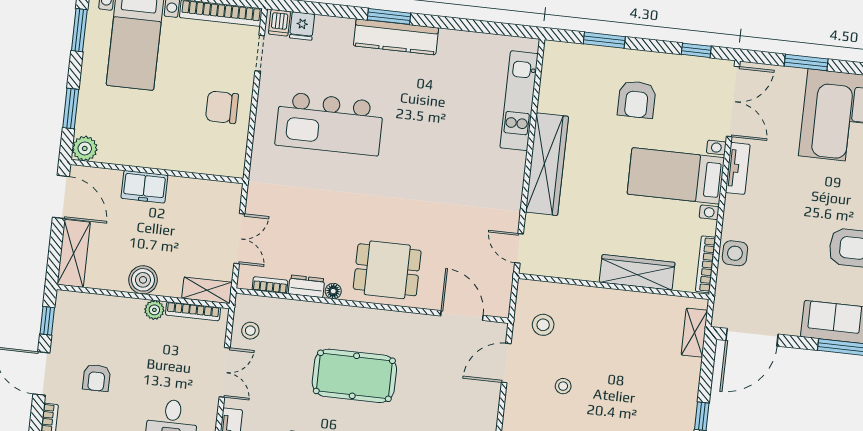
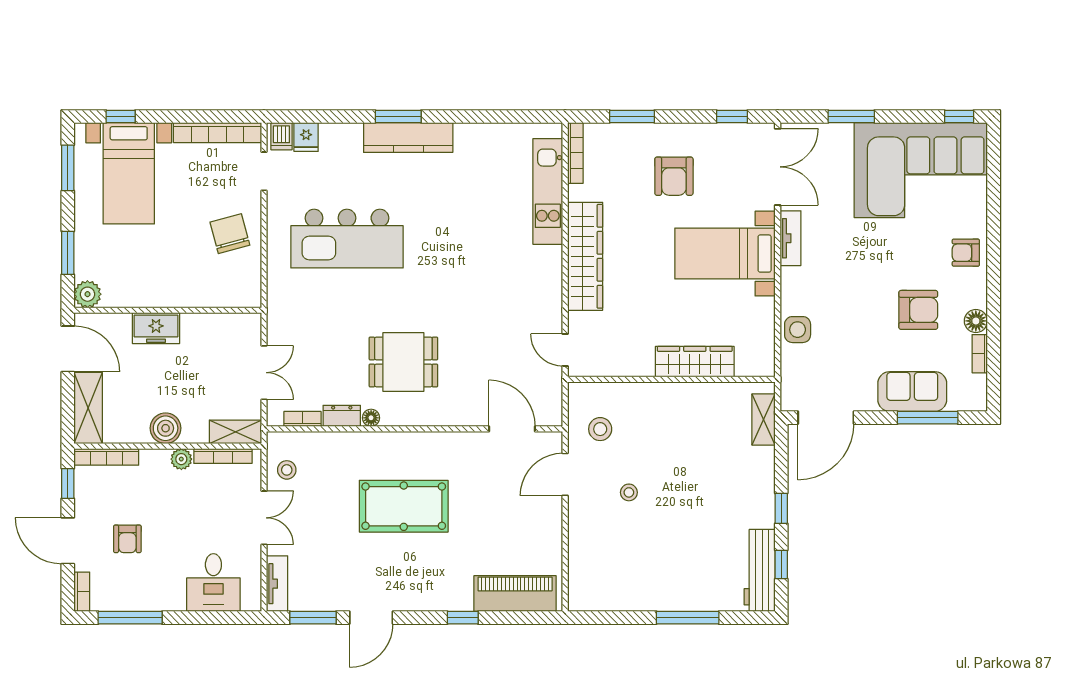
chair: (222, 107) -> (230, 234), turned 75
bookcase: (706, 264) -> (575, 153), moved, turned 180
dining table: (387, 270) -> (403, 362), moved
bookcase: (86, 300) -> (106, 457), added

